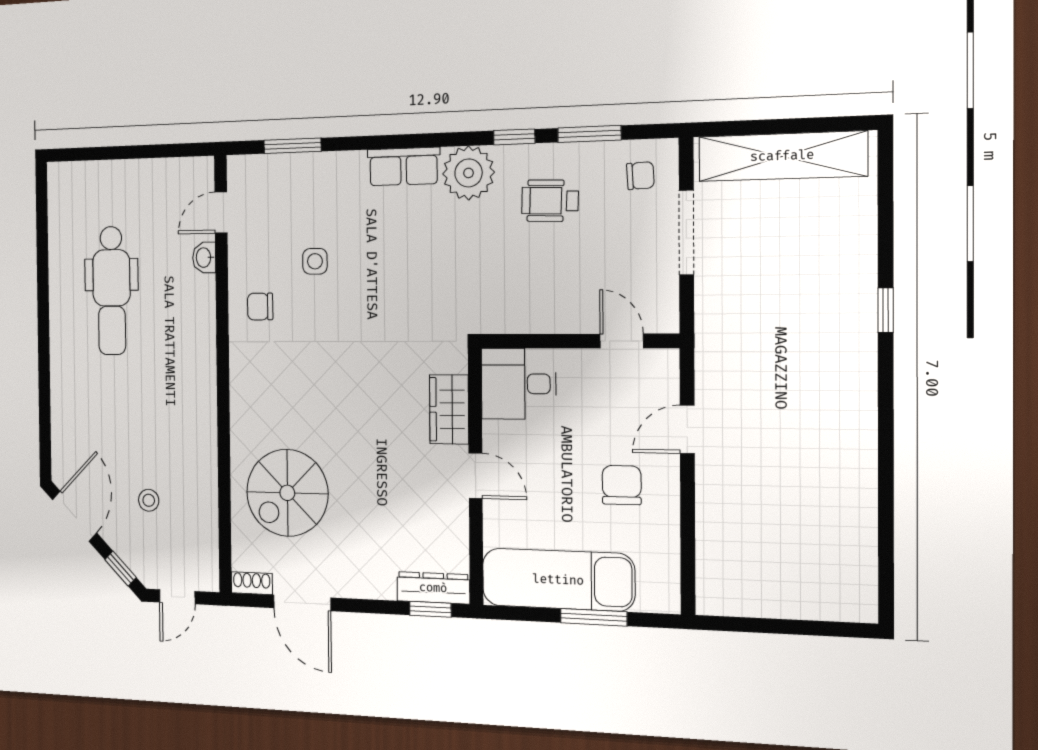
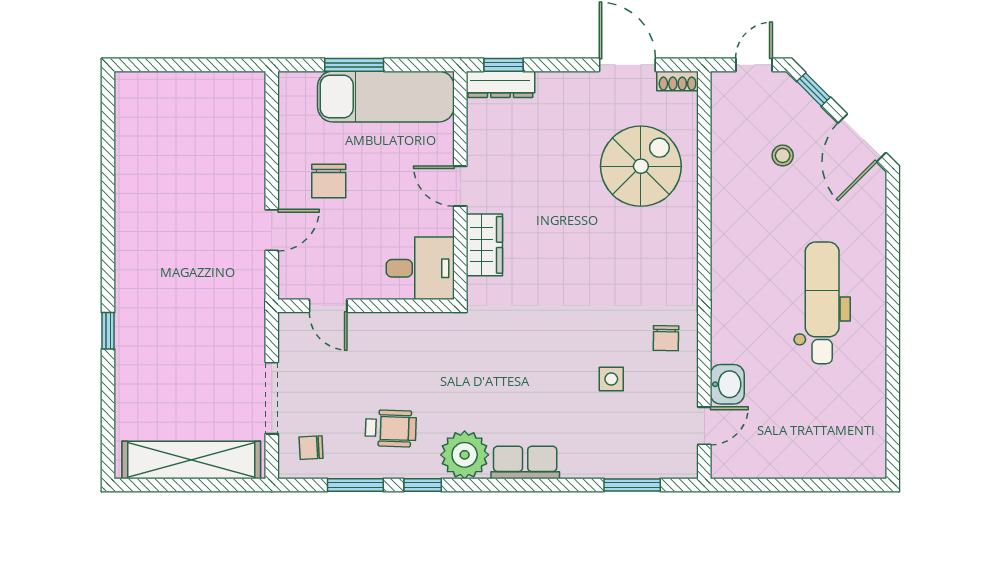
washbasin: (204, 258) -> (727, 384), width x1.38, depth x1.45
dental chair: (112, 291) -> (822, 303), moved
chair: (260, 307) -> (666, 338), turned 91

